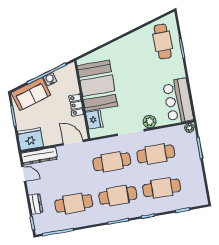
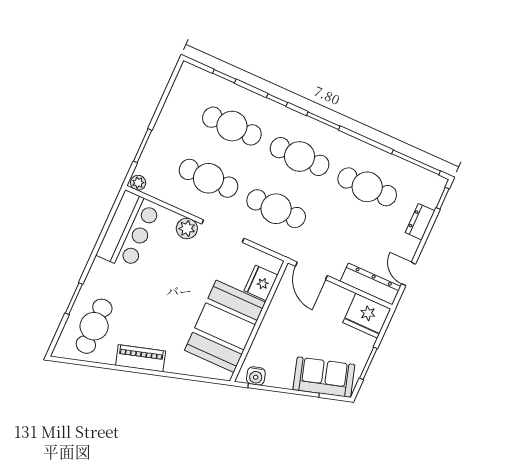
piano: (129, 41) -> (141, 358), added
water cooler: (50, 79) -> (256, 376), moved
locker: (76, 105) -> (272, 320), removed

